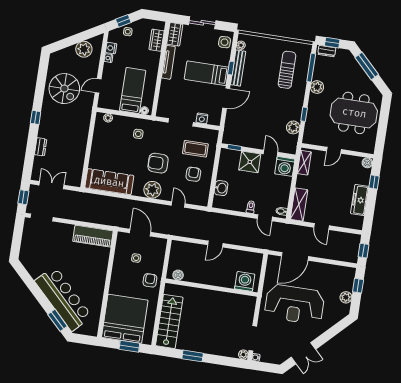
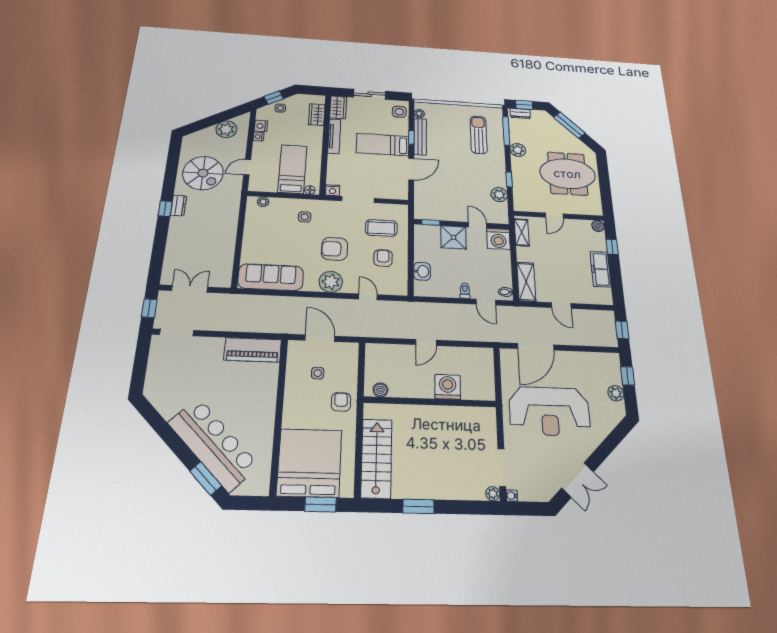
nightstand: (202, 118) -> (333, 190), moved
dresser: (41, 147) -> (179, 206), moved
washing machine: (245, 281) -> (448, 387), moved

